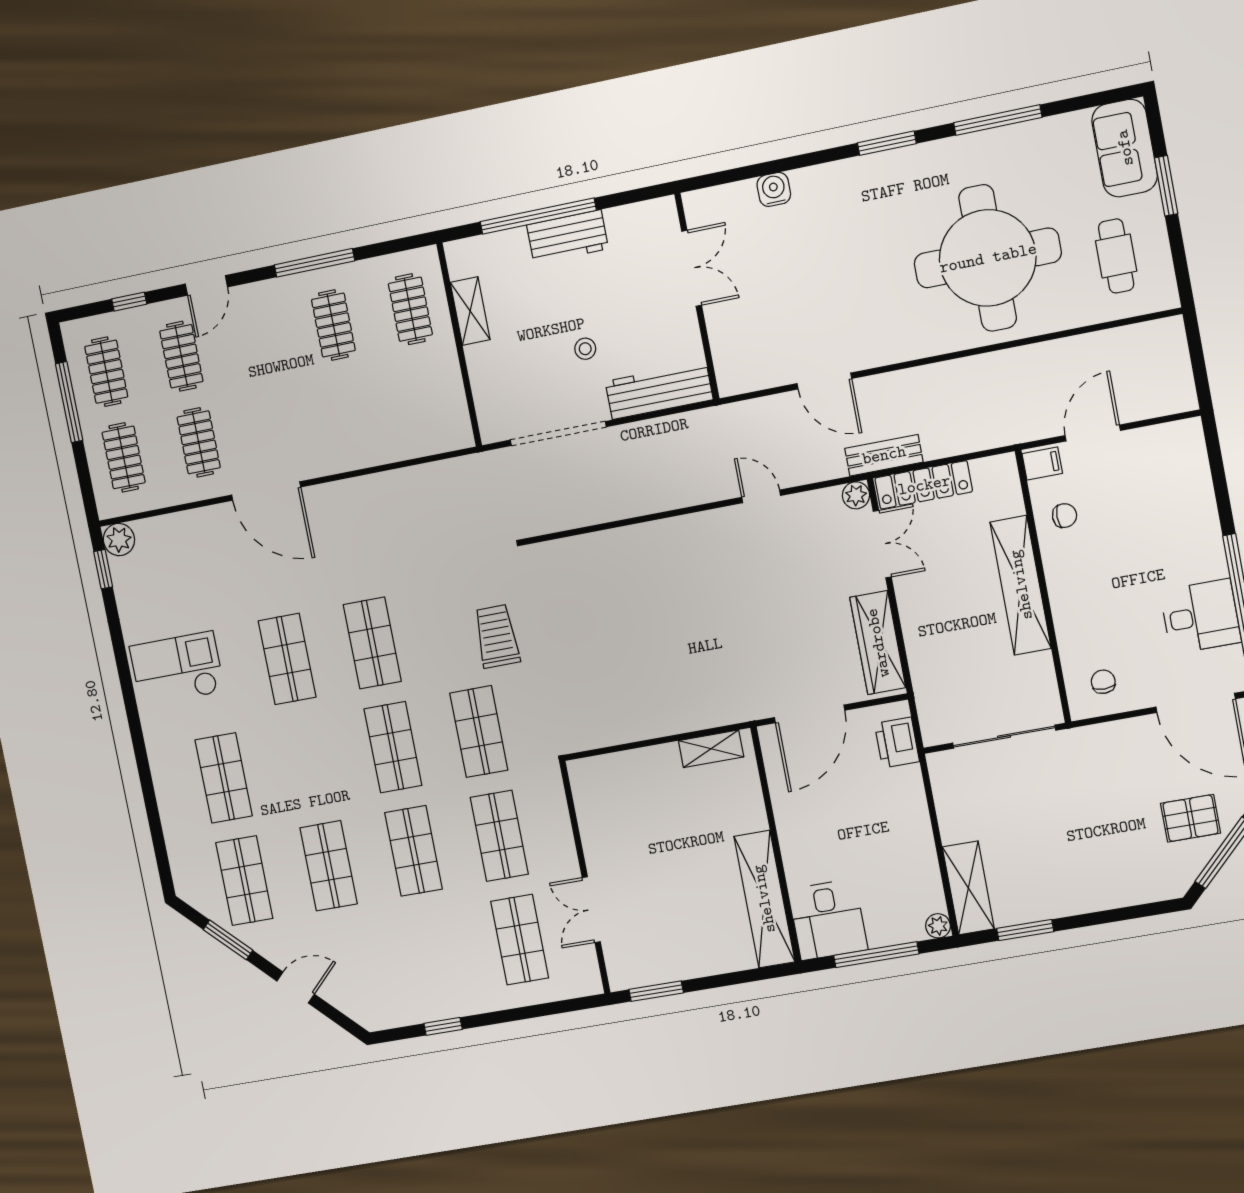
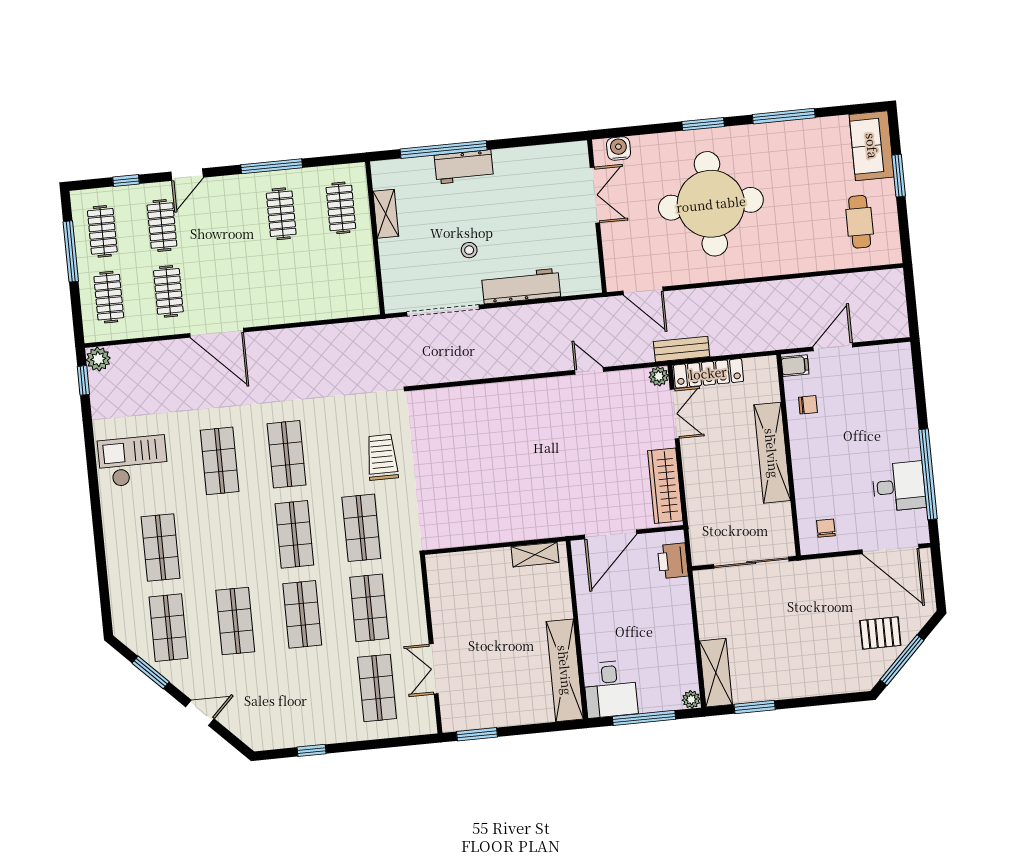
round table: (988, 258) -> (711, 204), moved
double door: (692, 268) -> (595, 195), moved
wall: (697, 297) -> (597, 216), moved

